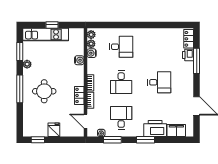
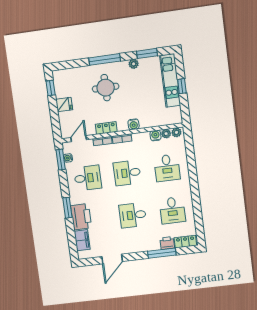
desk: (159, 47) -> (172, 210), added
water cooler: (79, 60) -> (134, 124), moved
desk: (159, 82) -> (133, 215), turned 90
window: (112, 140) -> (61, 160), moved

